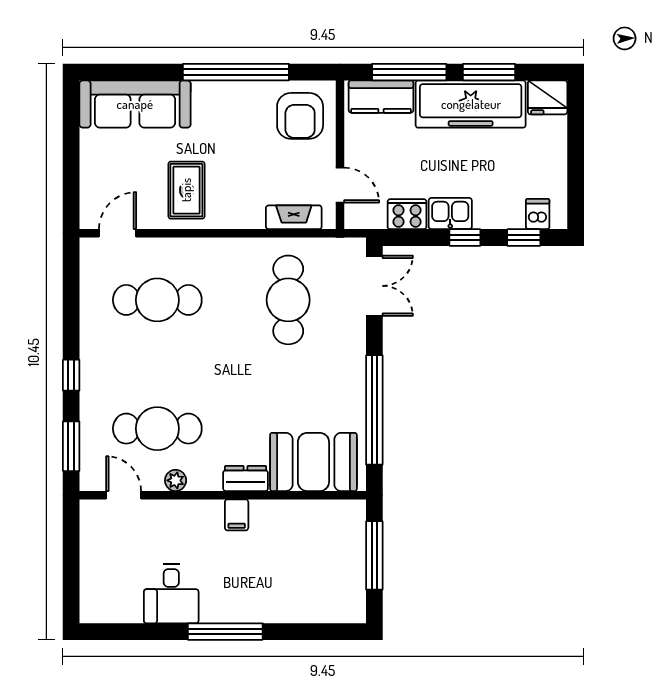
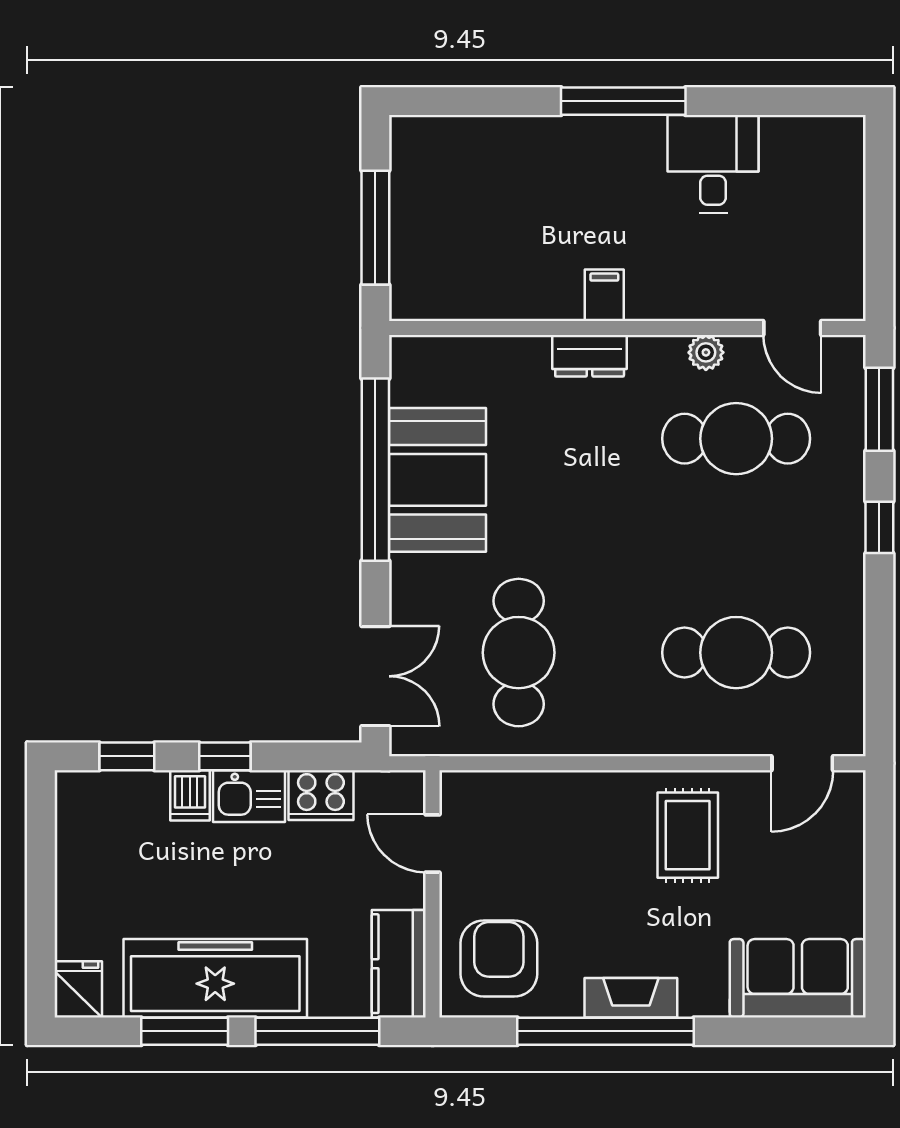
kitchen counter: (381, 97) -> (399, 964), moved, turned -90
fridge: (548, 97) -> (78, 989), width x0.72
sofa: (135, 104) -> (798, 978), width x0.73
dishwasher: (538, 214) -> (190, 795), moved
fireplace: (294, 217) -> (631, 998), moved, turned 180
double door: (374, 286) -> (375, 676), swing flipped
booth: (313, 462) -> (437, 480), moved, turned 90

